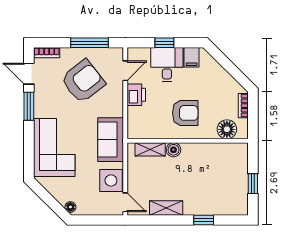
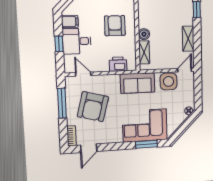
armchair: (83, 81) -> (93, 107), turned -127
printer: (136, 95) -> (118, 64), moved
window: (29, 106) -> (146, 144), moved

